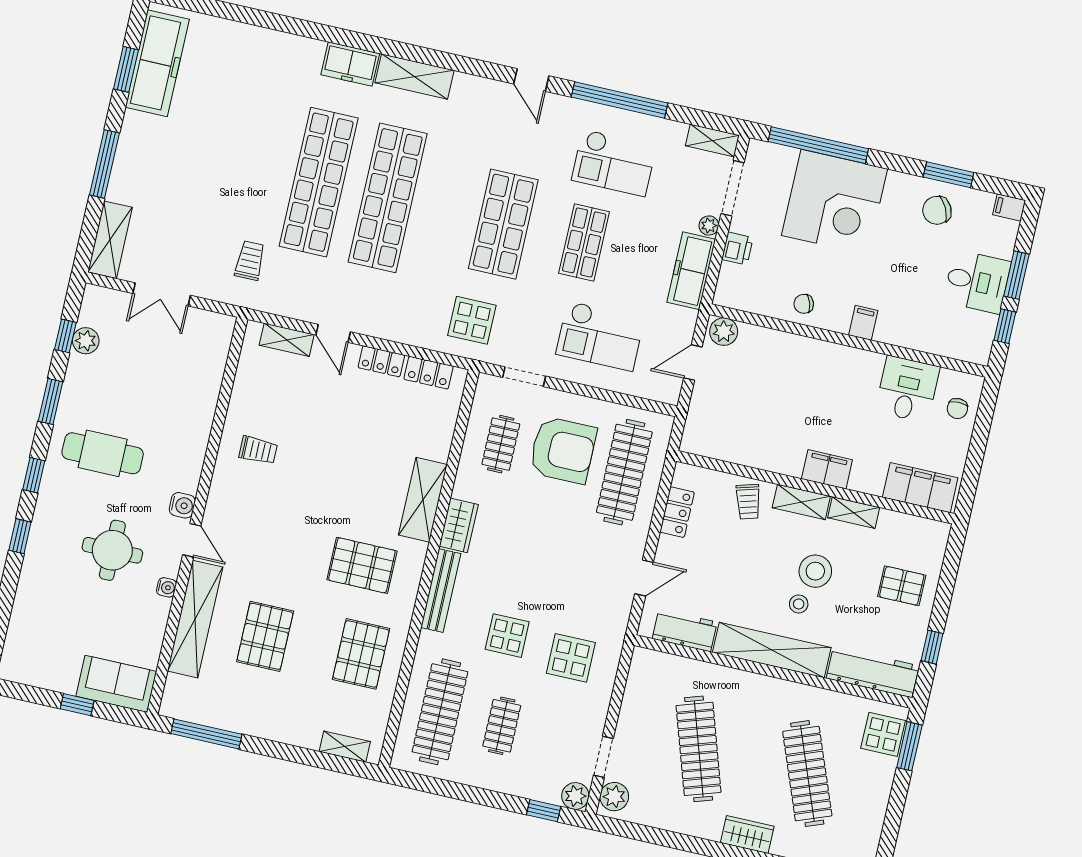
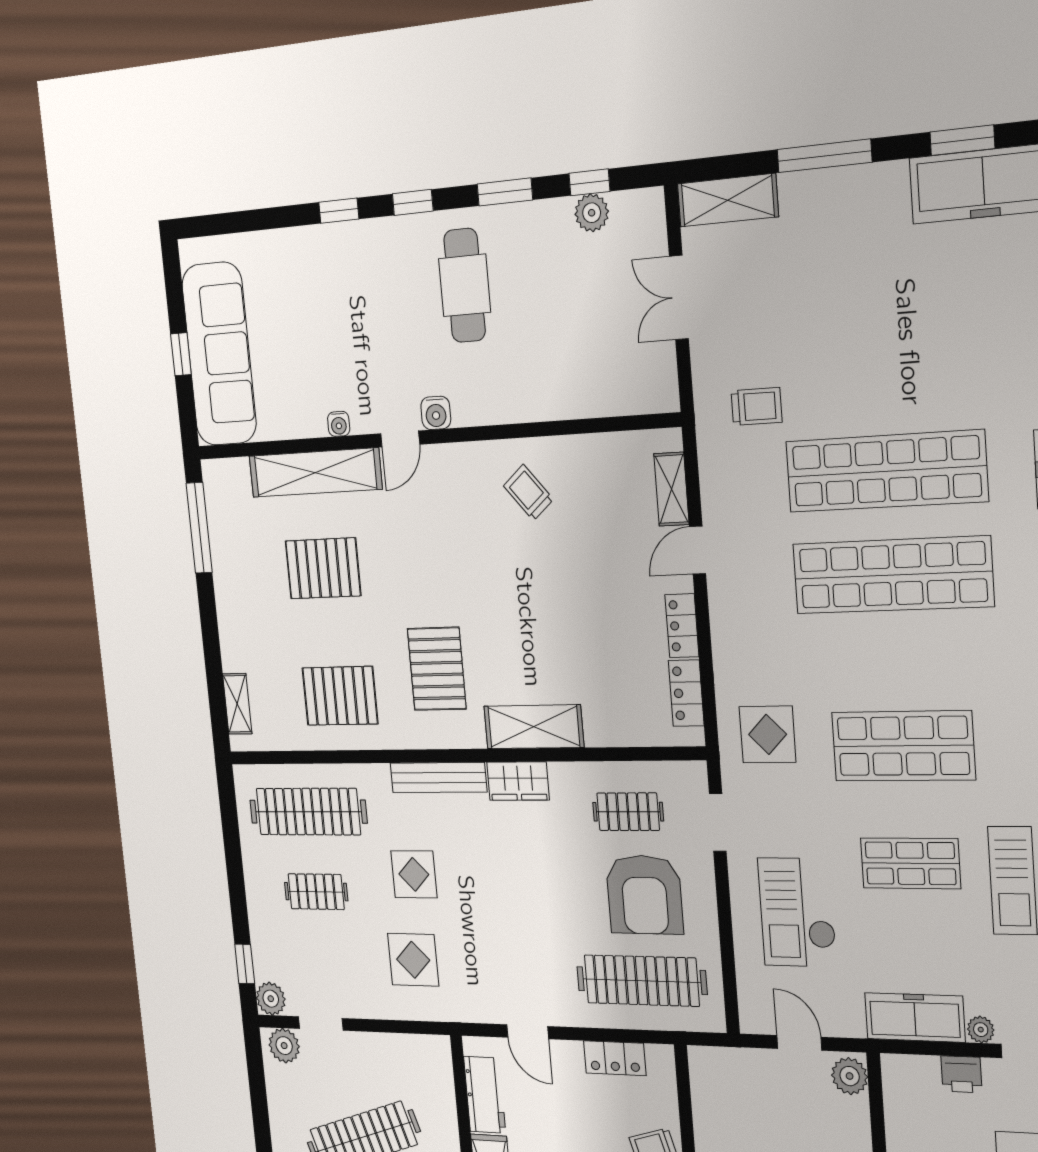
trolley: (258, 450) -> (528, 493), turned 140
round table: (112, 550) -> (359, 339), removed
sofa: (116, 684) -> (219, 354), width x1.85, depth x1.27

